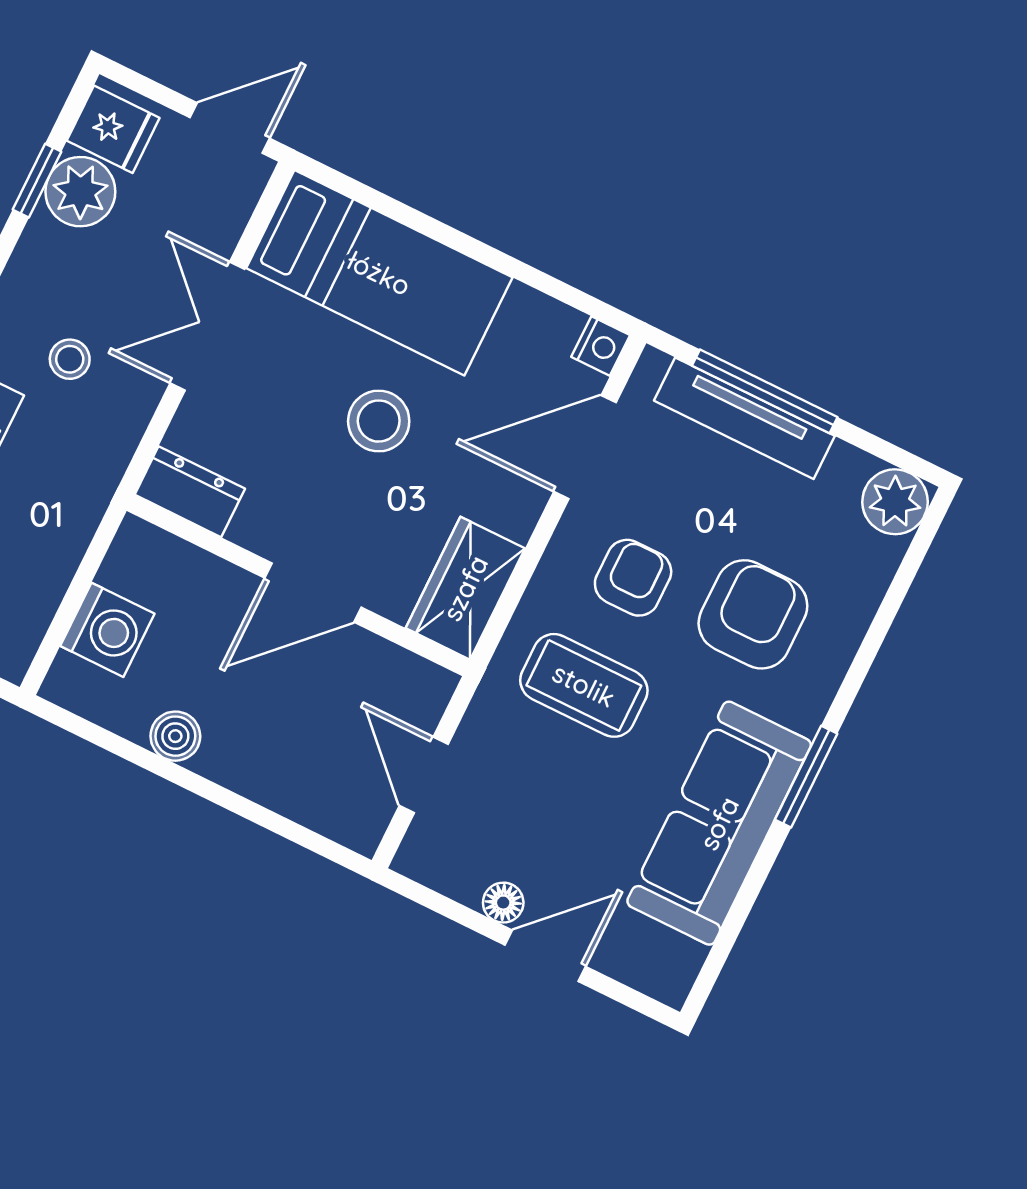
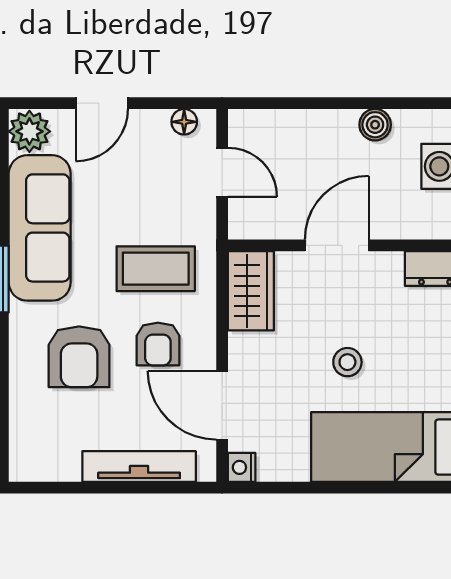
window: (765, 391) -> (135, 488), removed
stool: (379, 421) -> (347, 362), width x0.73, depth x0.73
door: (585, 447) -> (222, 405), swing flipped
plant: (895, 502) -> (29, 131), moved
floor lamp: (503, 903) -> (184, 122), moved

